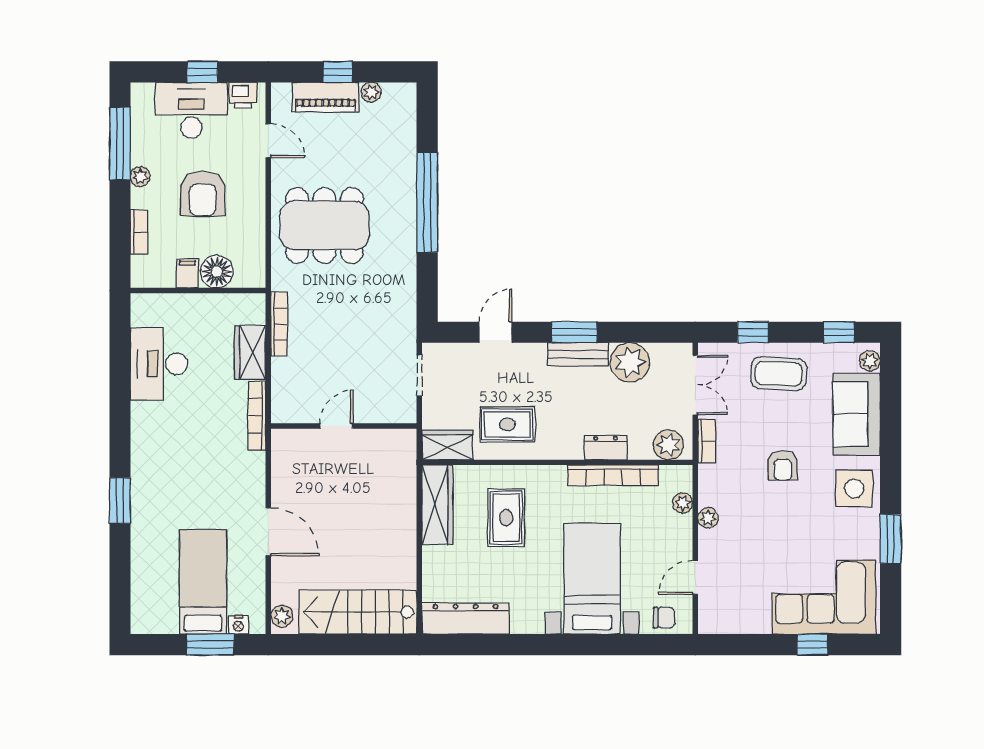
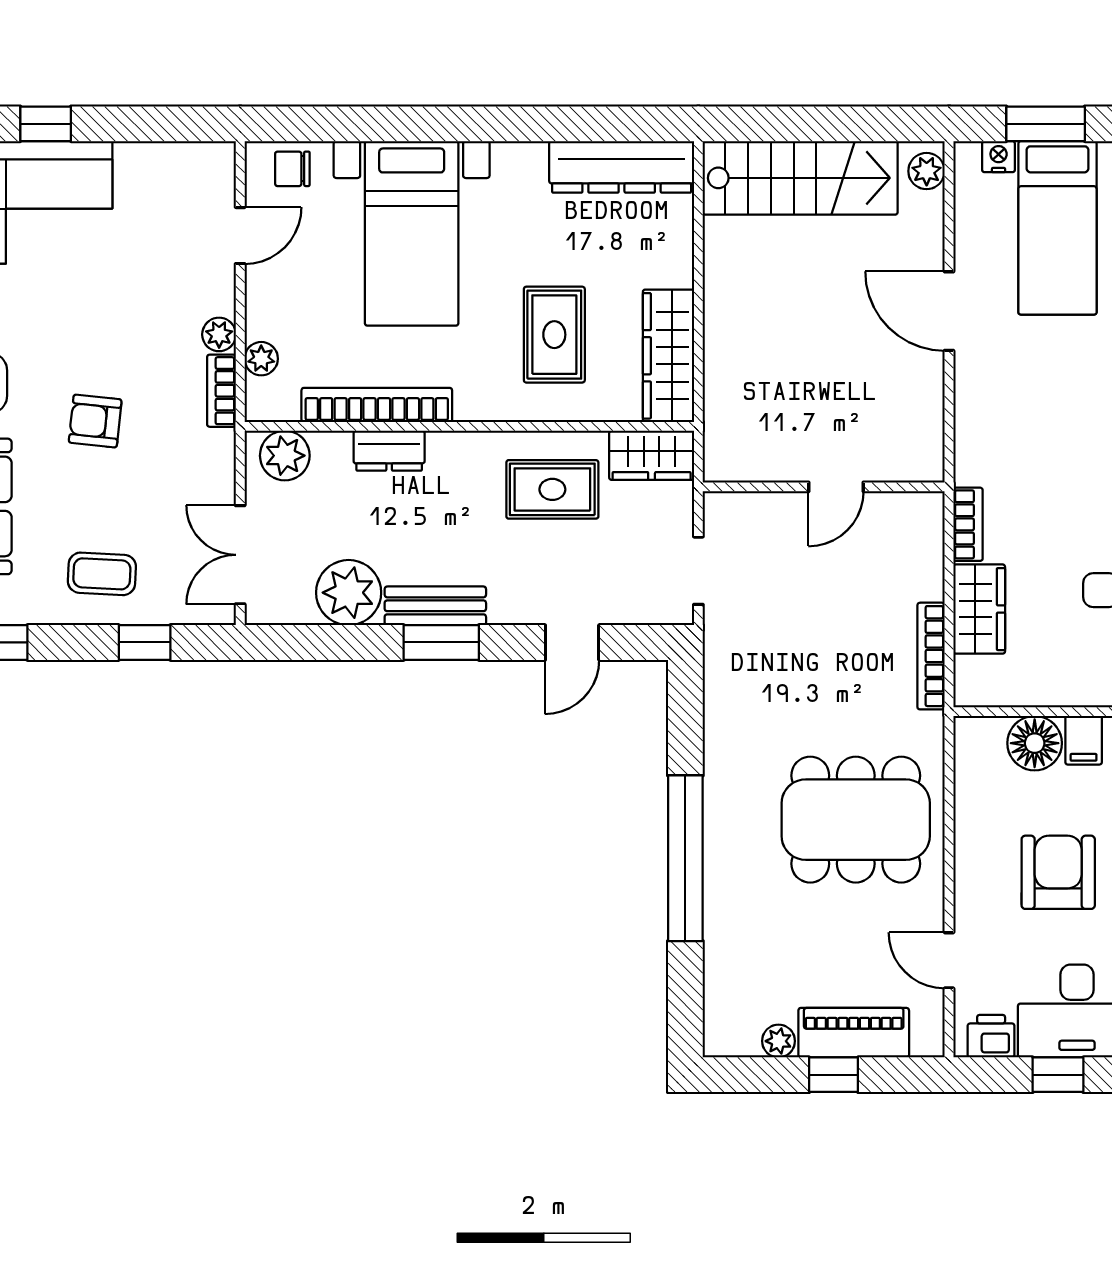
coffee table: (779, 374) -> (102, 574), width x0.73, depth x0.77
bookcase: (257, 416) -> (968, 524), width x0.64
bookcase: (707, 441) -> (221, 391), moved
armchair: (783, 466) -> (95, 421), turned -84

